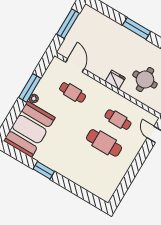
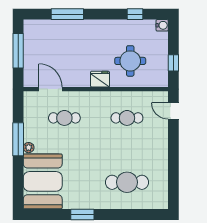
window: (137, 28) -> (67, 14), moved
cafe table: (104, 143) -> (127, 182), moved

